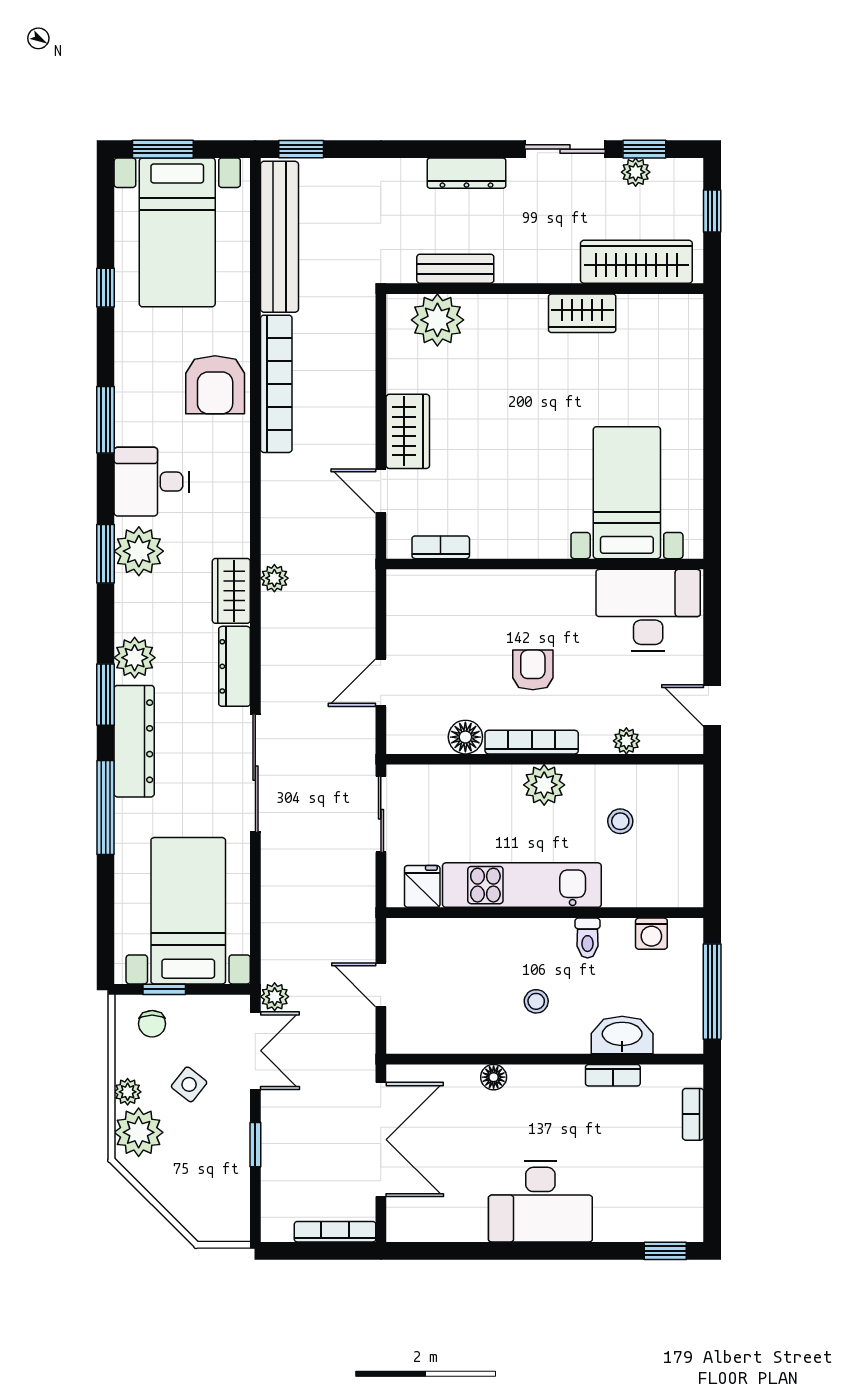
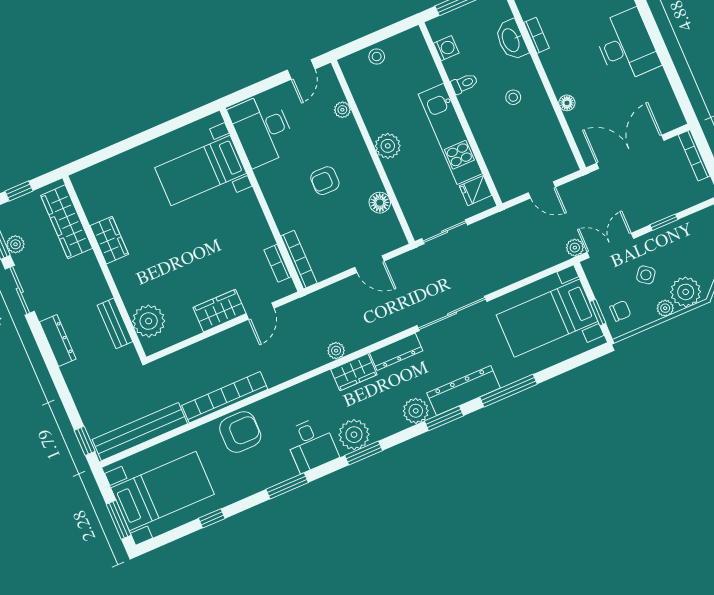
bookcase: (532, 742) -> (299, 260), moved, turned 180
stool: (620, 821) -> (377, 56), moved
door: (381, 985) -> (542, 190), hinge flipped

